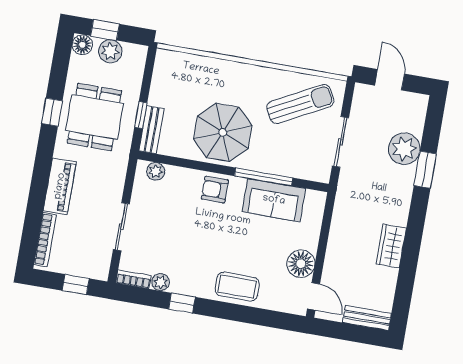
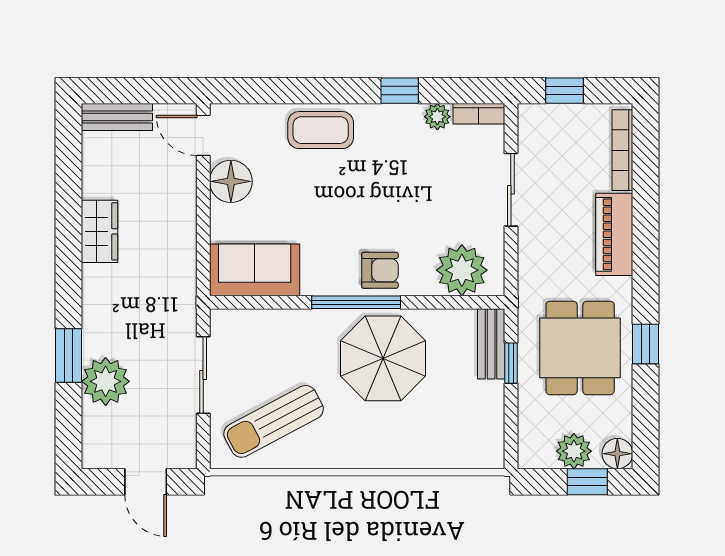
plant: (156, 171) -> (462, 270), width x1.88, depth x1.88
window: (264, 177) -> (356, 302), moved
sofa: (274, 200) -> (255, 270), moved

